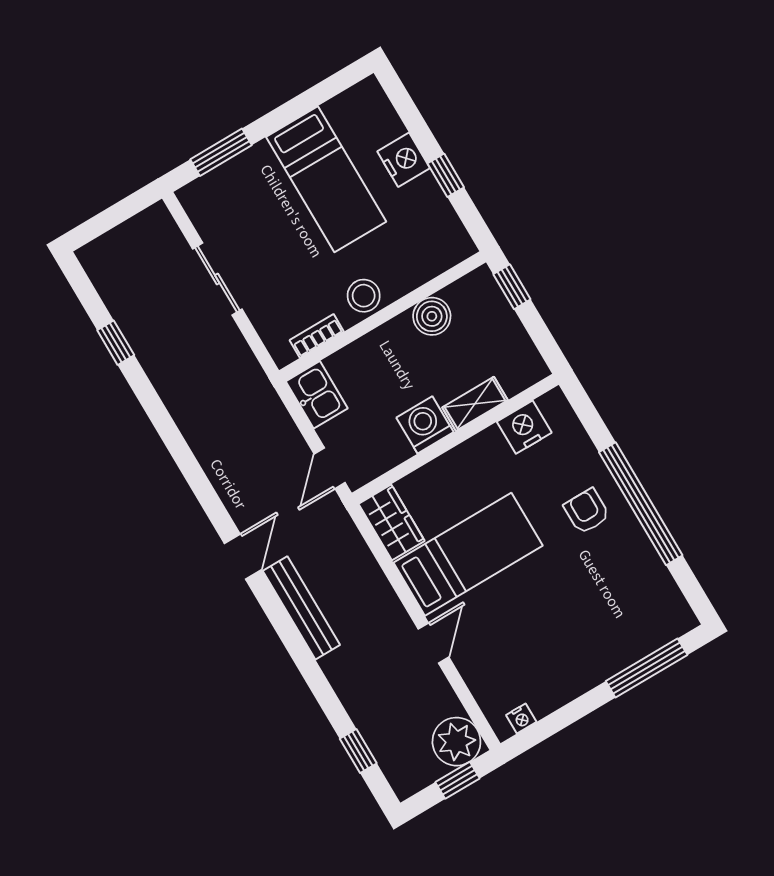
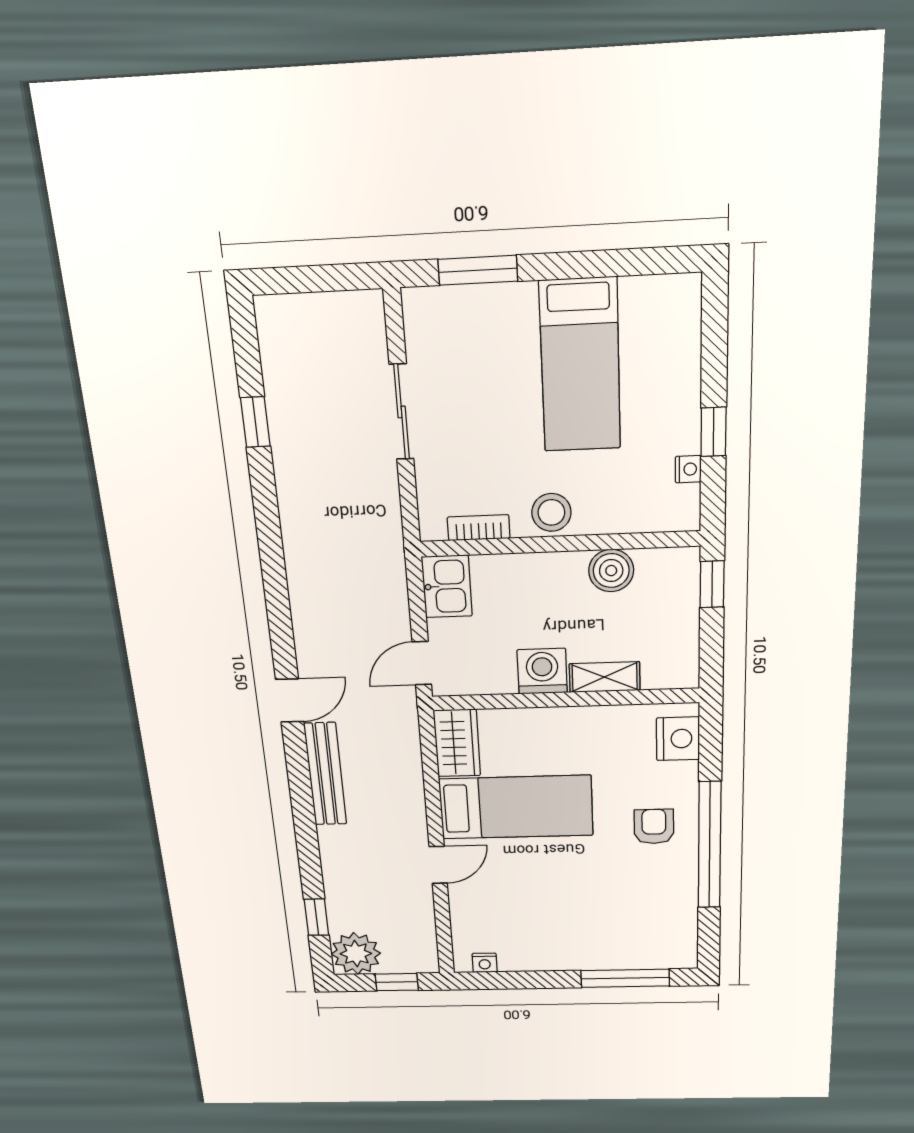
nightstand: (404, 160) -> (688, 469), moved, width x0.53, depth x0.56
nightstand: (524, 427) -> (678, 739), moved, turned 90
plant: (456, 742) -> (356, 954), moved

